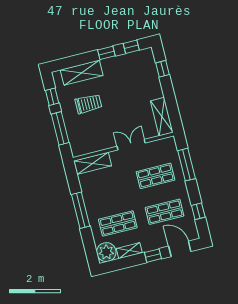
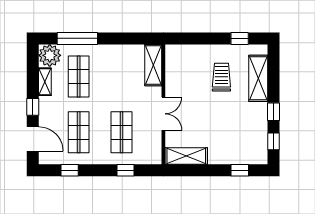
trolley: (88, 104) -> (221, 77), turned 180
window: (60, 128) -> (202, 38), removed
window: (187, 165) -> (125, 170), width x0.46
window: (81, 210) -> (77, 38), moved
door: (180, 249) -> (33, 139), hinge flipped

